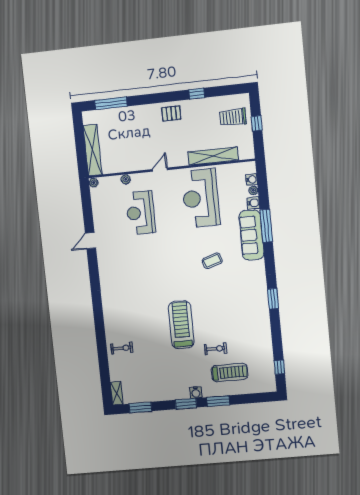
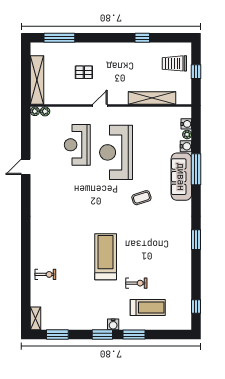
pallet: (171, 113) -> (84, 72), moved
plant: (126, 179) -> (45, 111), moved
reception desk: (201, 198) -> (116, 152), moved

